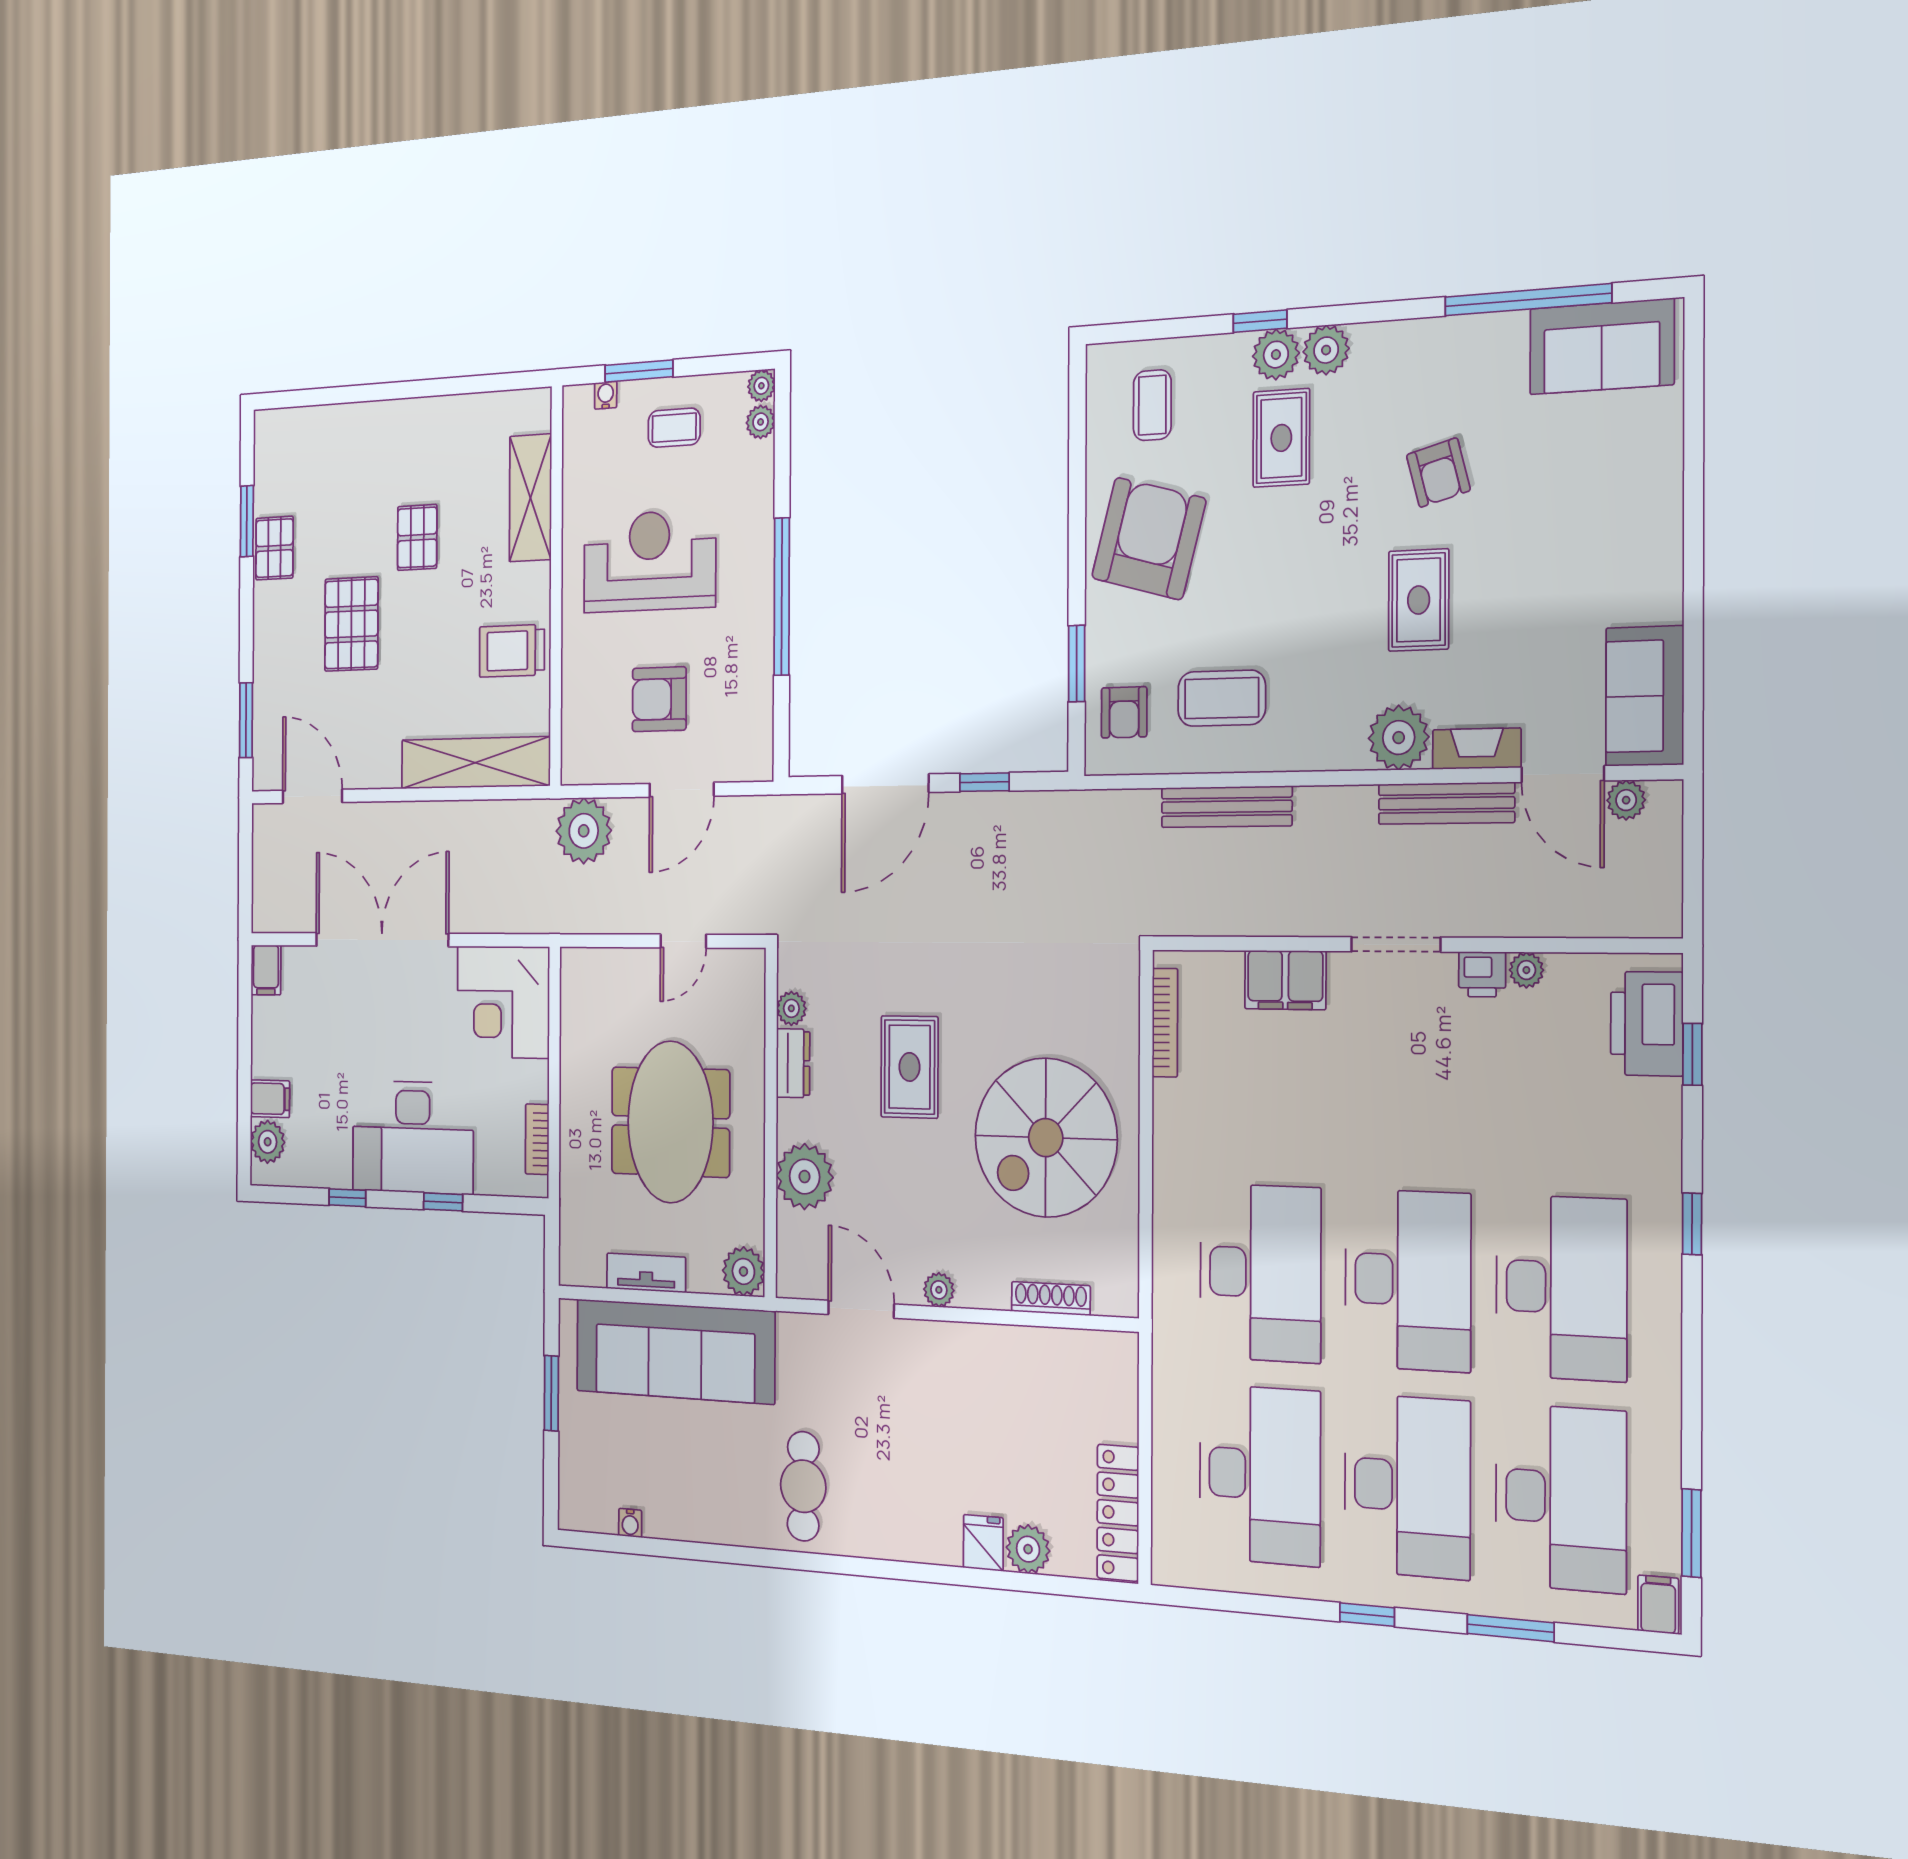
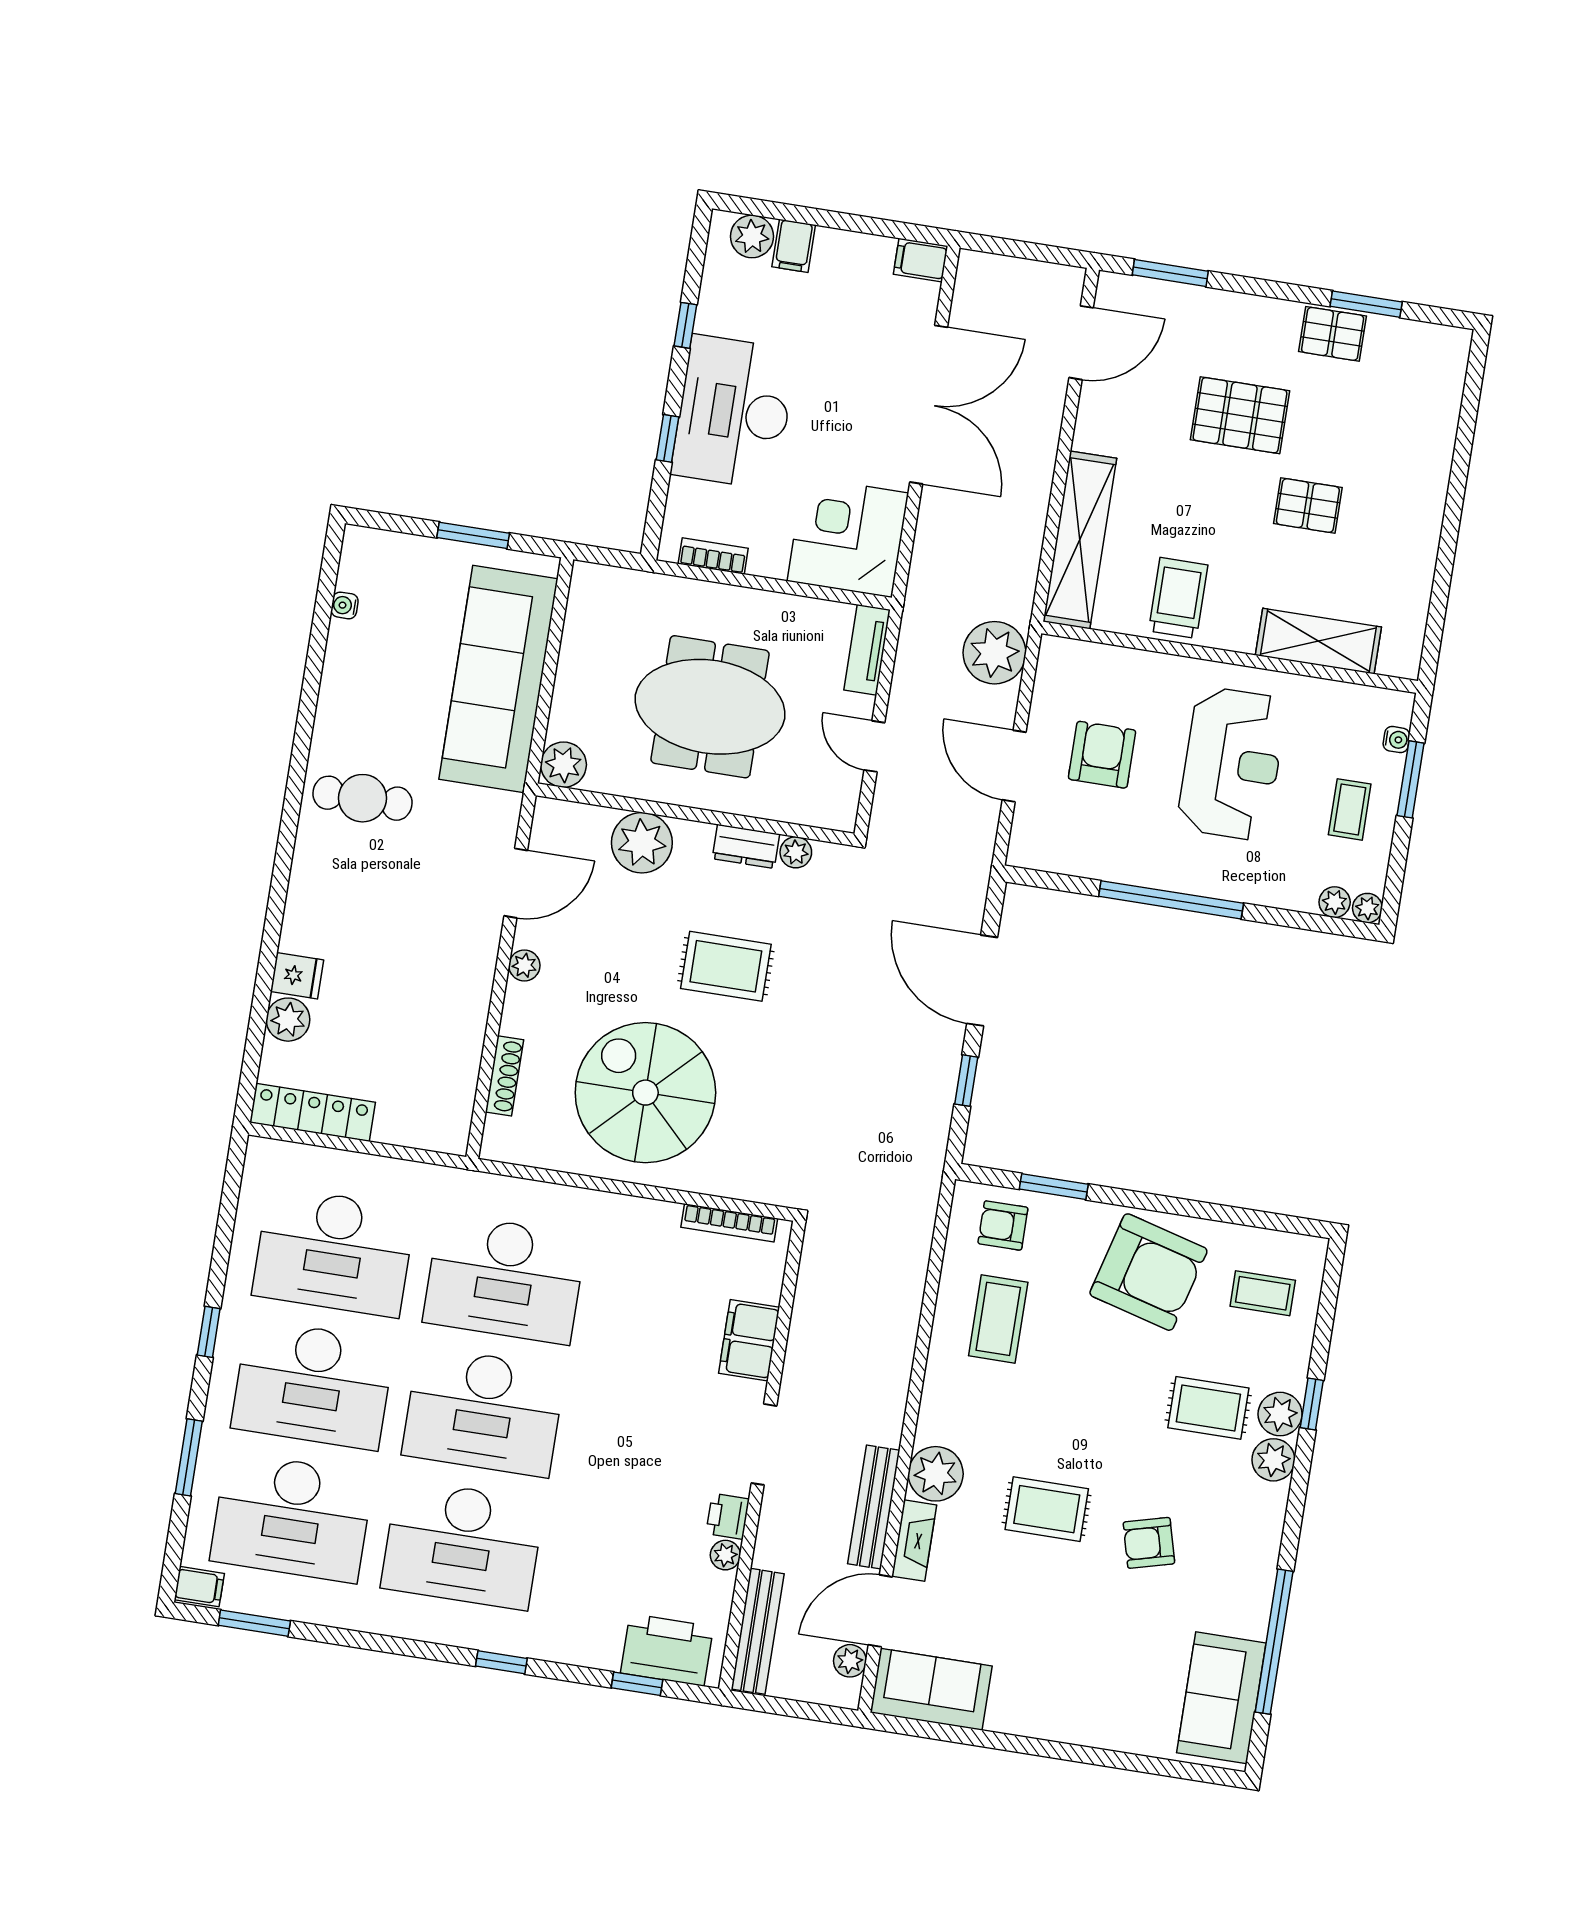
bench: (1226, 807) -> (758, 1631), moved
tv unit: (646, 1273) -> (867, 650), moved, turned 180

